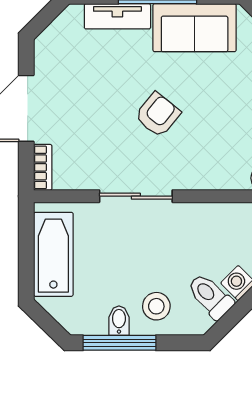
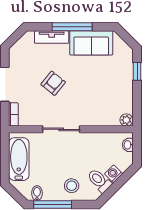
armchair: (158, 115) -> (53, 83), moved
bidet: (119, 321) -> (37, 193), moved

